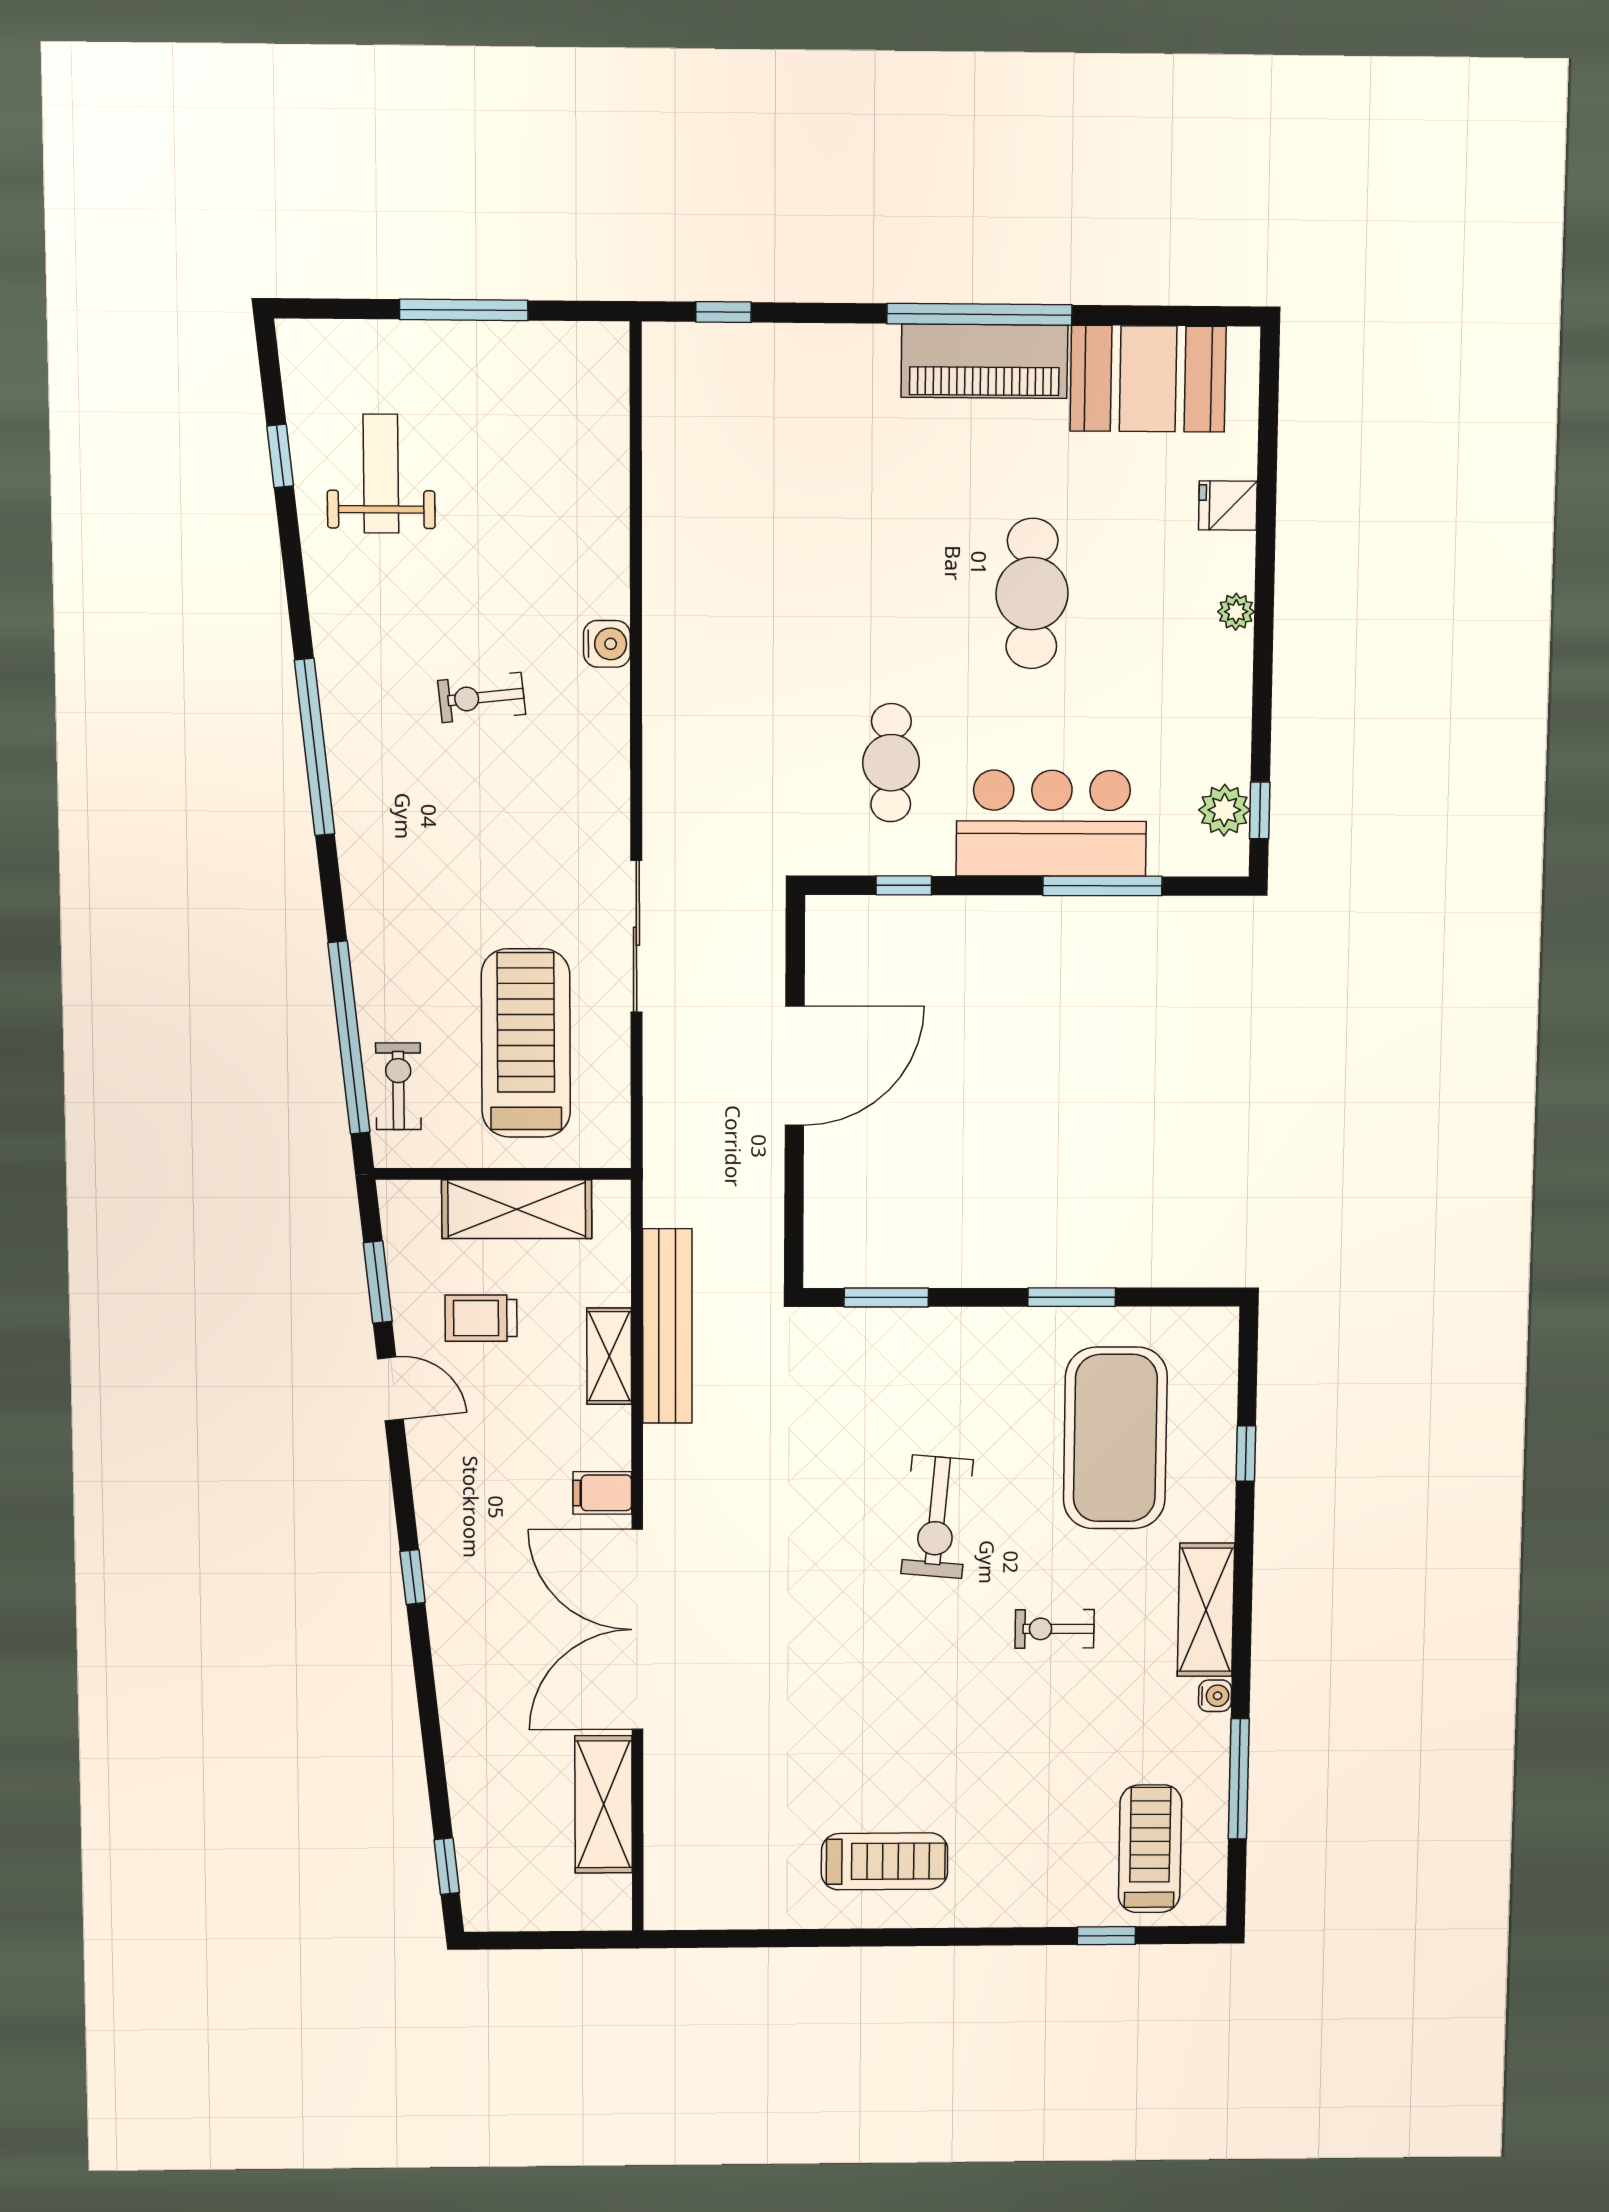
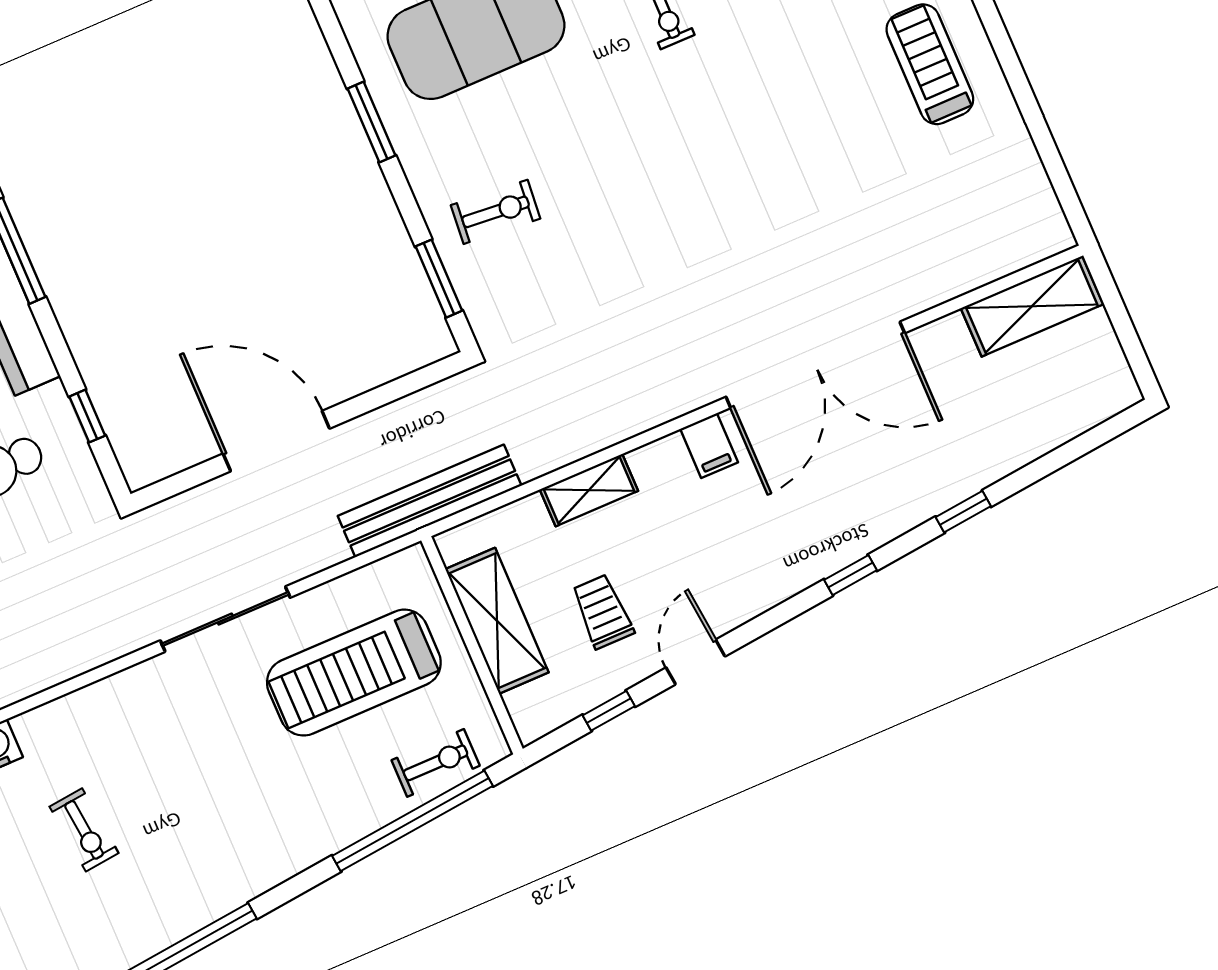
exercise bike: (398, 1086) -> (436, 763), turned 180
window: (378, 1282) -> (609, 711), width x0.67
trolley: (481, 1318) -> (602, 612), turned 180
bench: (667, 1326) -> (430, 501), moved
exercise bike: (937, 1517) -> (496, 212), moved, width x0.73, depth x0.72
shelving: (604, 1804) -> (1032, 306), moved
window: (447, 1866) -> (963, 512), moved

